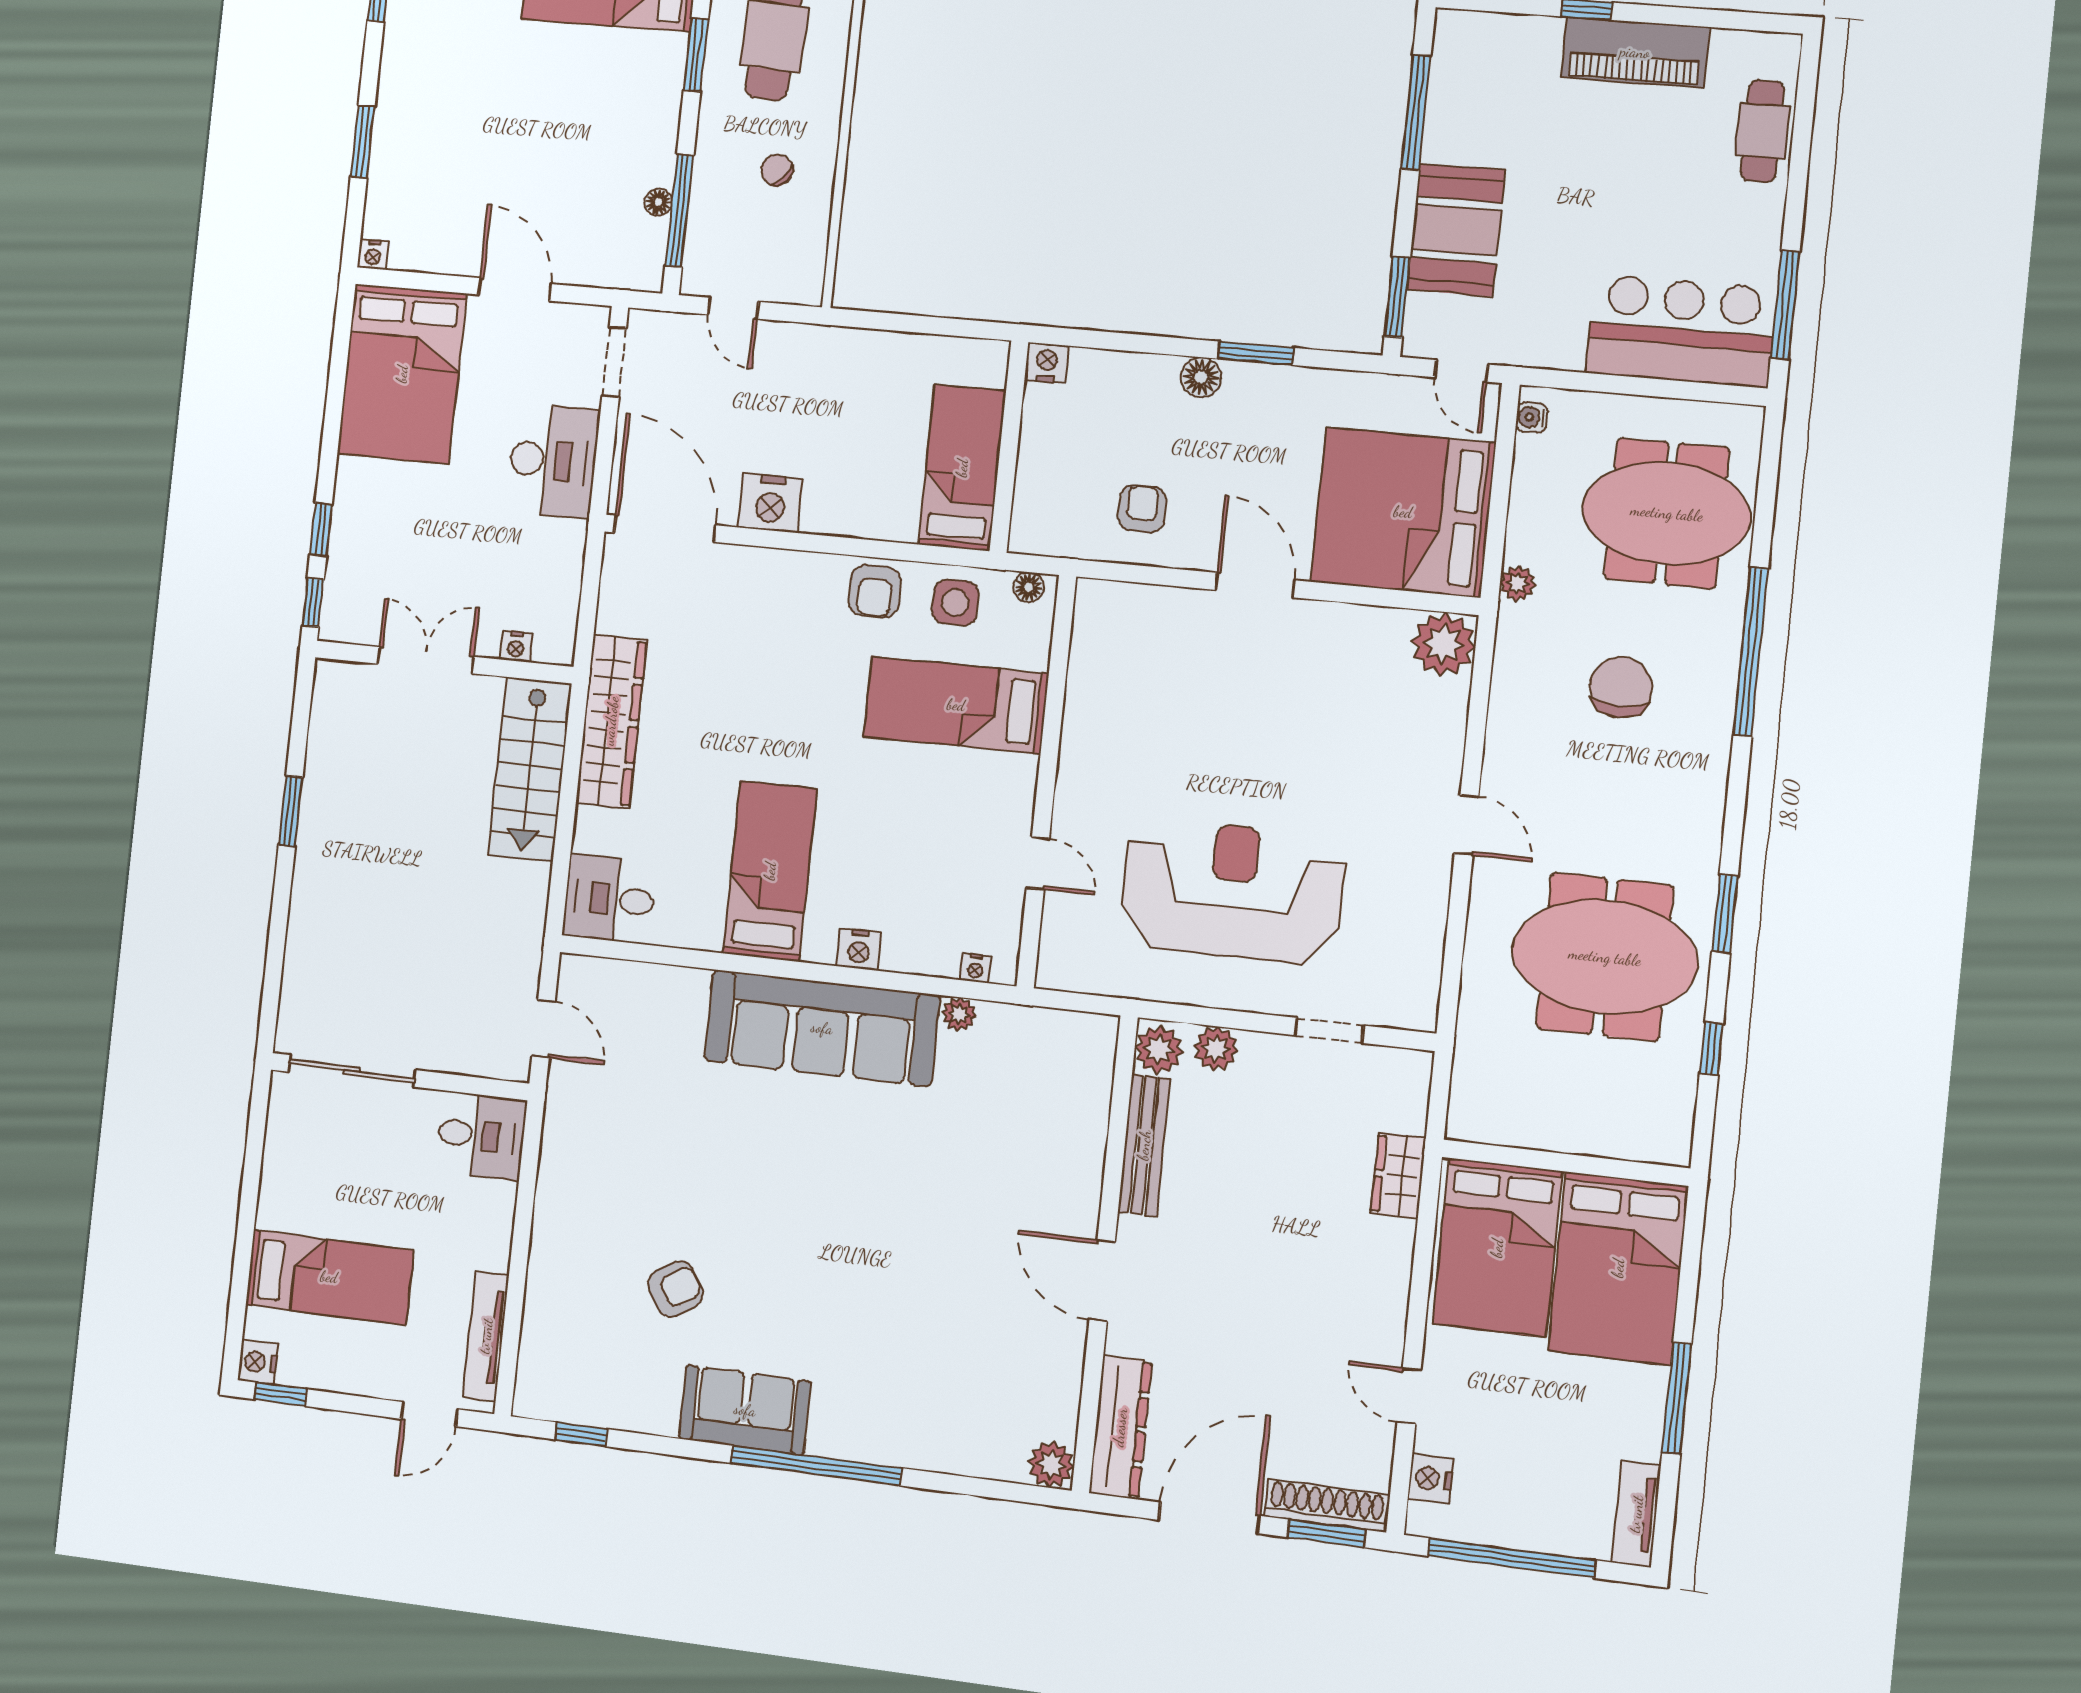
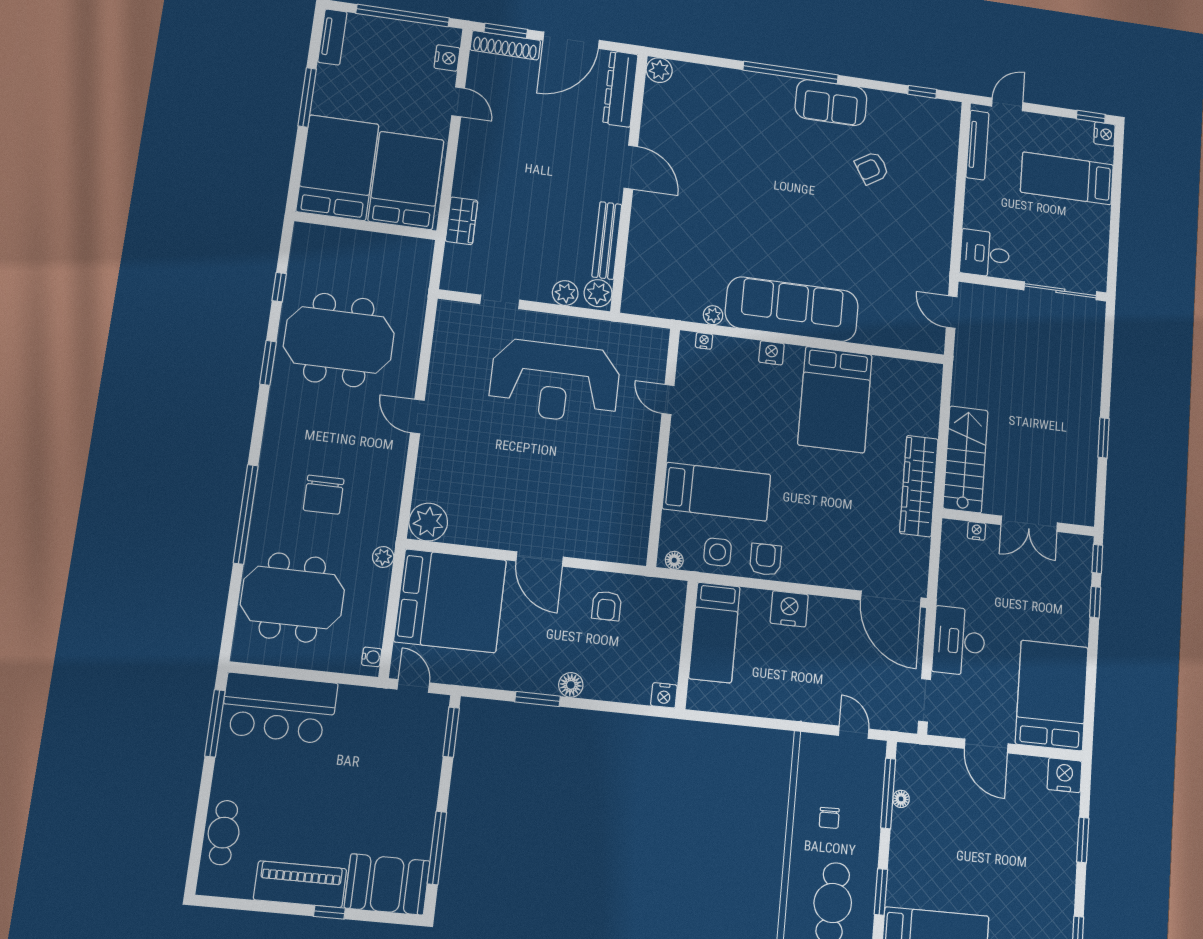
chair: (777, 170) -> (829, 818), turned 47
booth: (1456, 230) -> (387, 884), moved, turned 90
nightstand: (373, 255) -> (1065, 775), width x1.89, depth x1.79
nightstand: (771, 503) -> (789, 609), moved
bed: (770, 871) -> (835, 400), width x1.50
desk: (609, 899) -> (916, 384), removed

